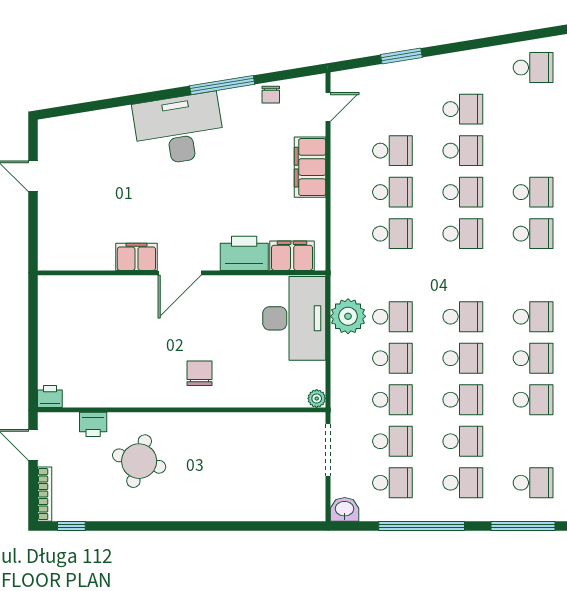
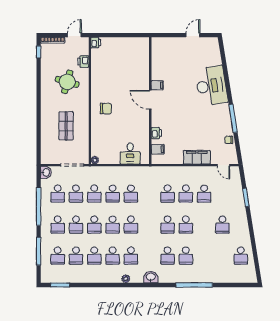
desk: (179, 129) -> (211, 86), moved
school desk: (463, 151) -> (76, 256), moved
printer: (244, 253) -> (156, 133), width x0.53, depth x0.68
filing cabinet: (292, 256) -> (158, 149), width x0.50
filing cabinet: (136, 257) -> (157, 85), width x0.50
plant: (348, 316) -> (131, 174), removed
desk: (294, 318) -> (130, 153), width x0.53, depth x0.77
shop shelf: (239, 464) -> (66, 126), added

